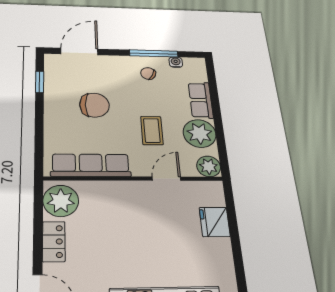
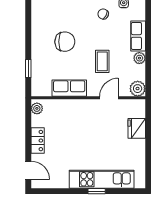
window: (40, 82) -> (28, 68), moved
plant: (200, 133) -> (139, 58), width x0.53, depth x0.53
row of seats: (91, 165) -> (69, 88), width x0.68
plant: (61, 201) -> (37, 108), width x0.53, depth x0.53

